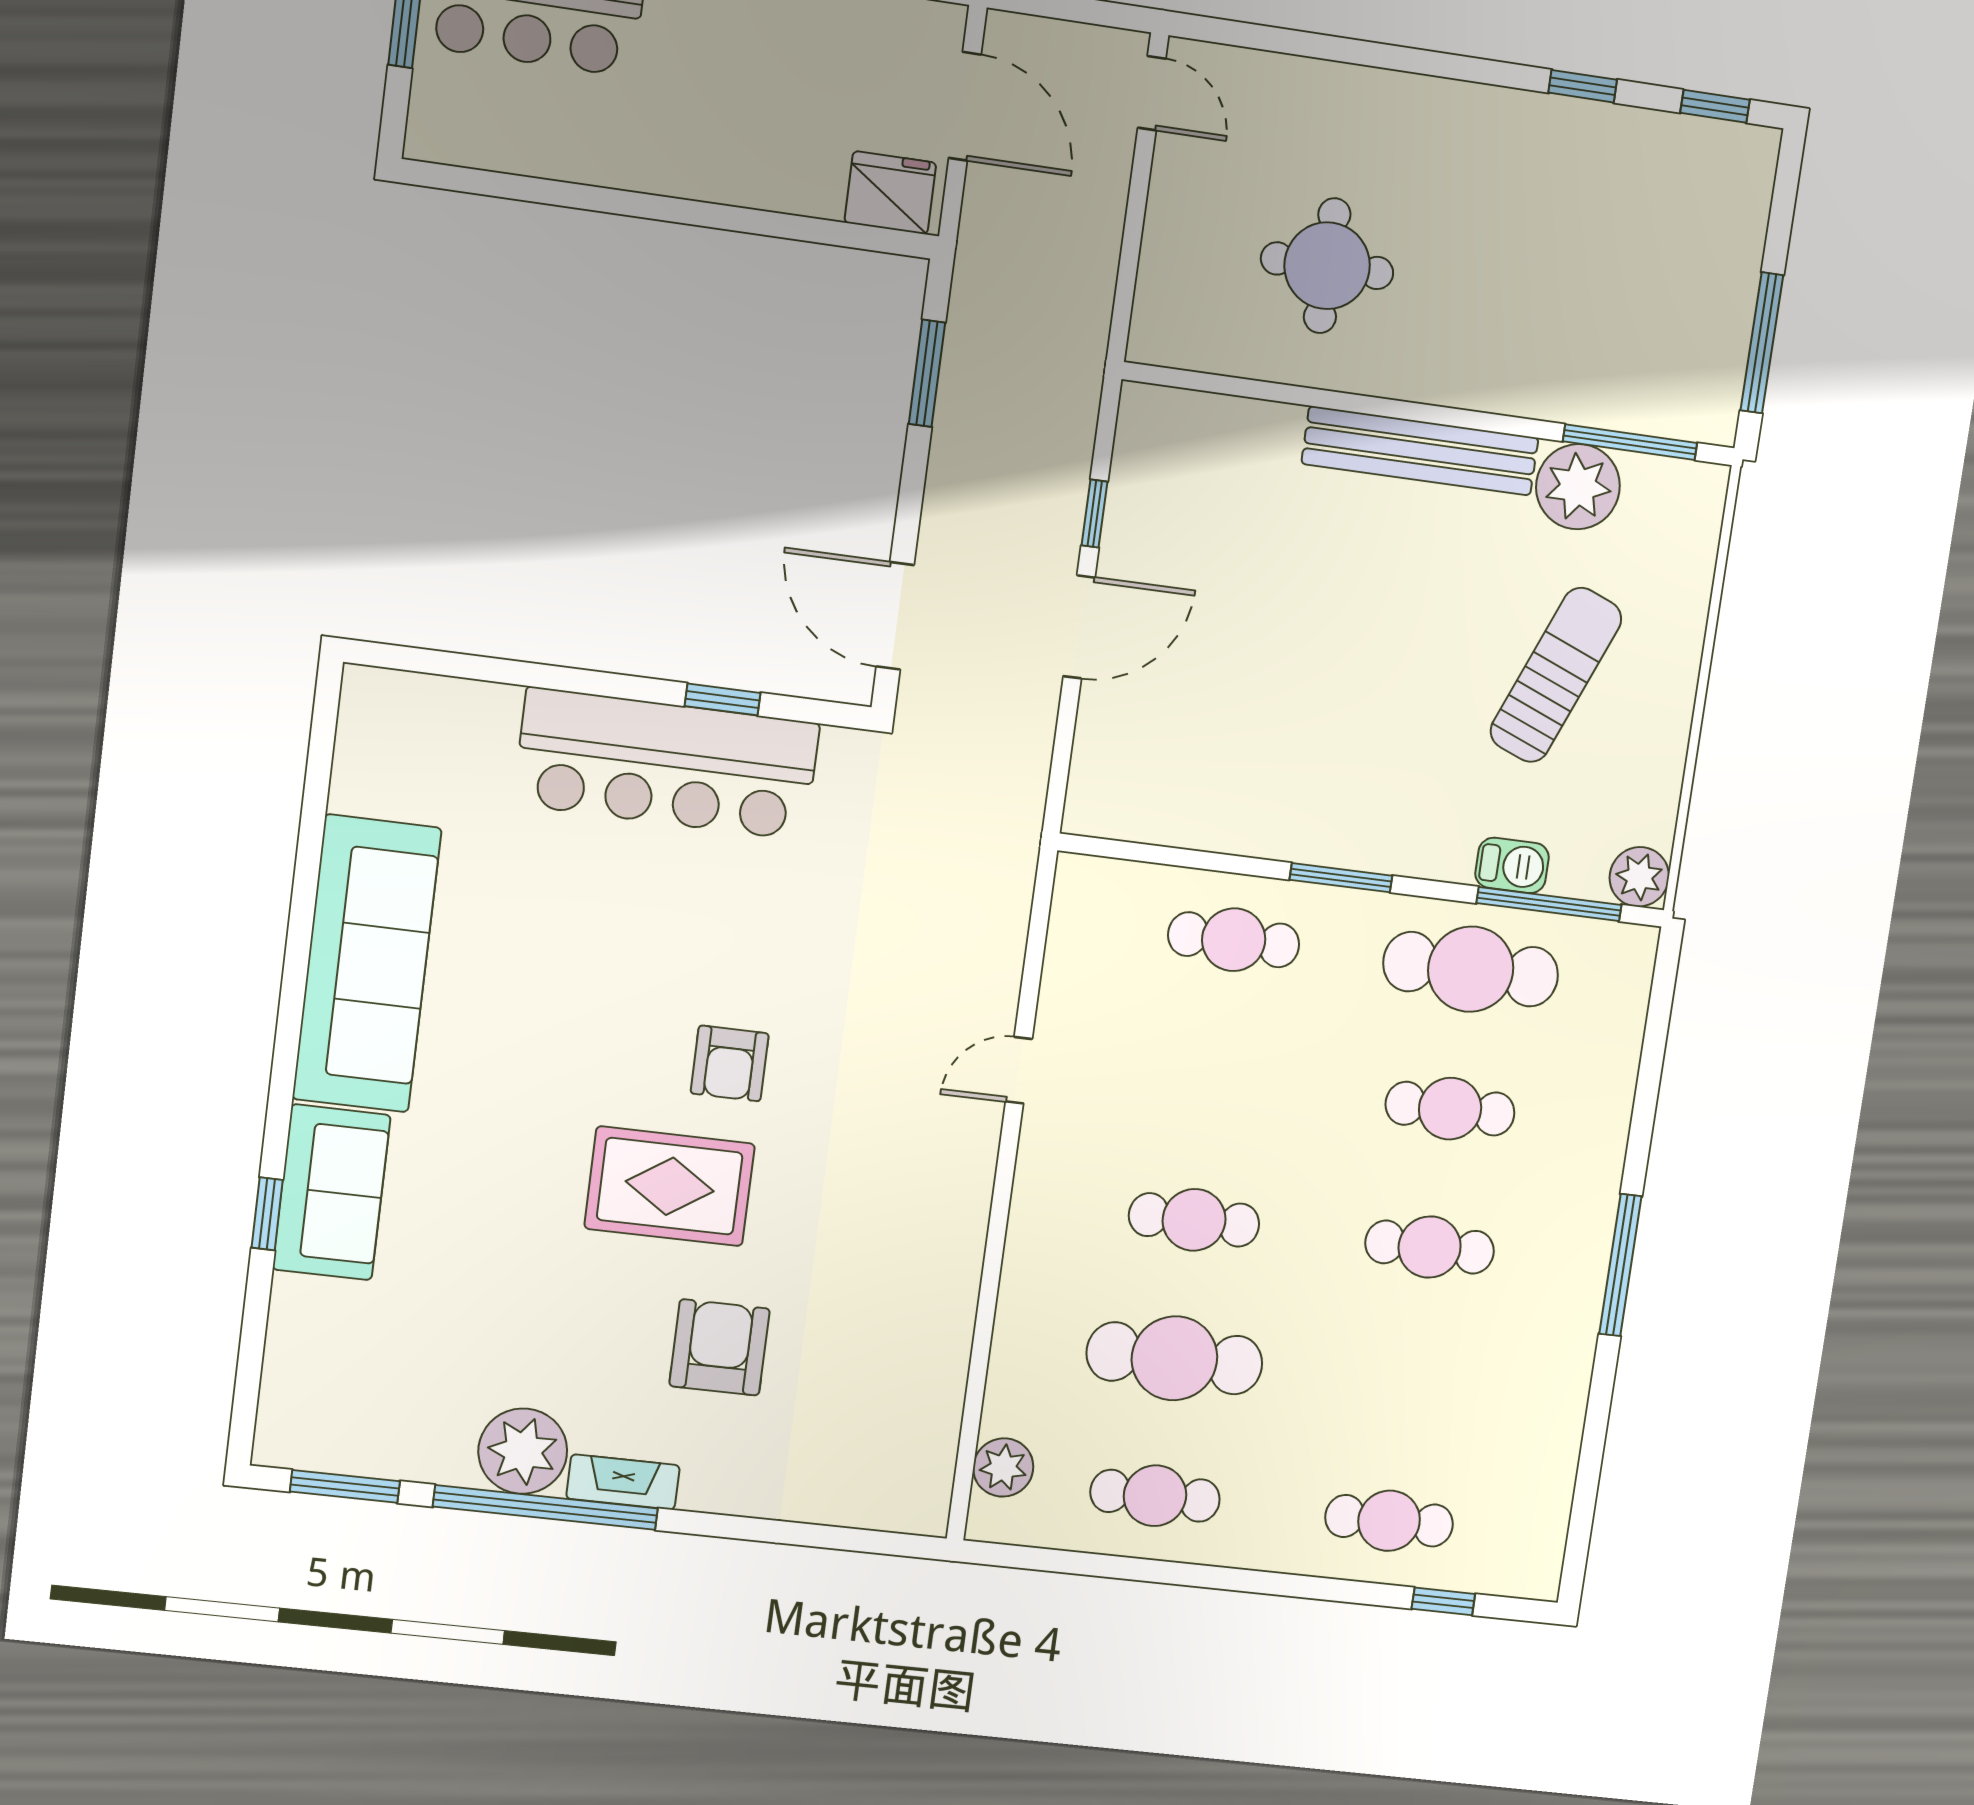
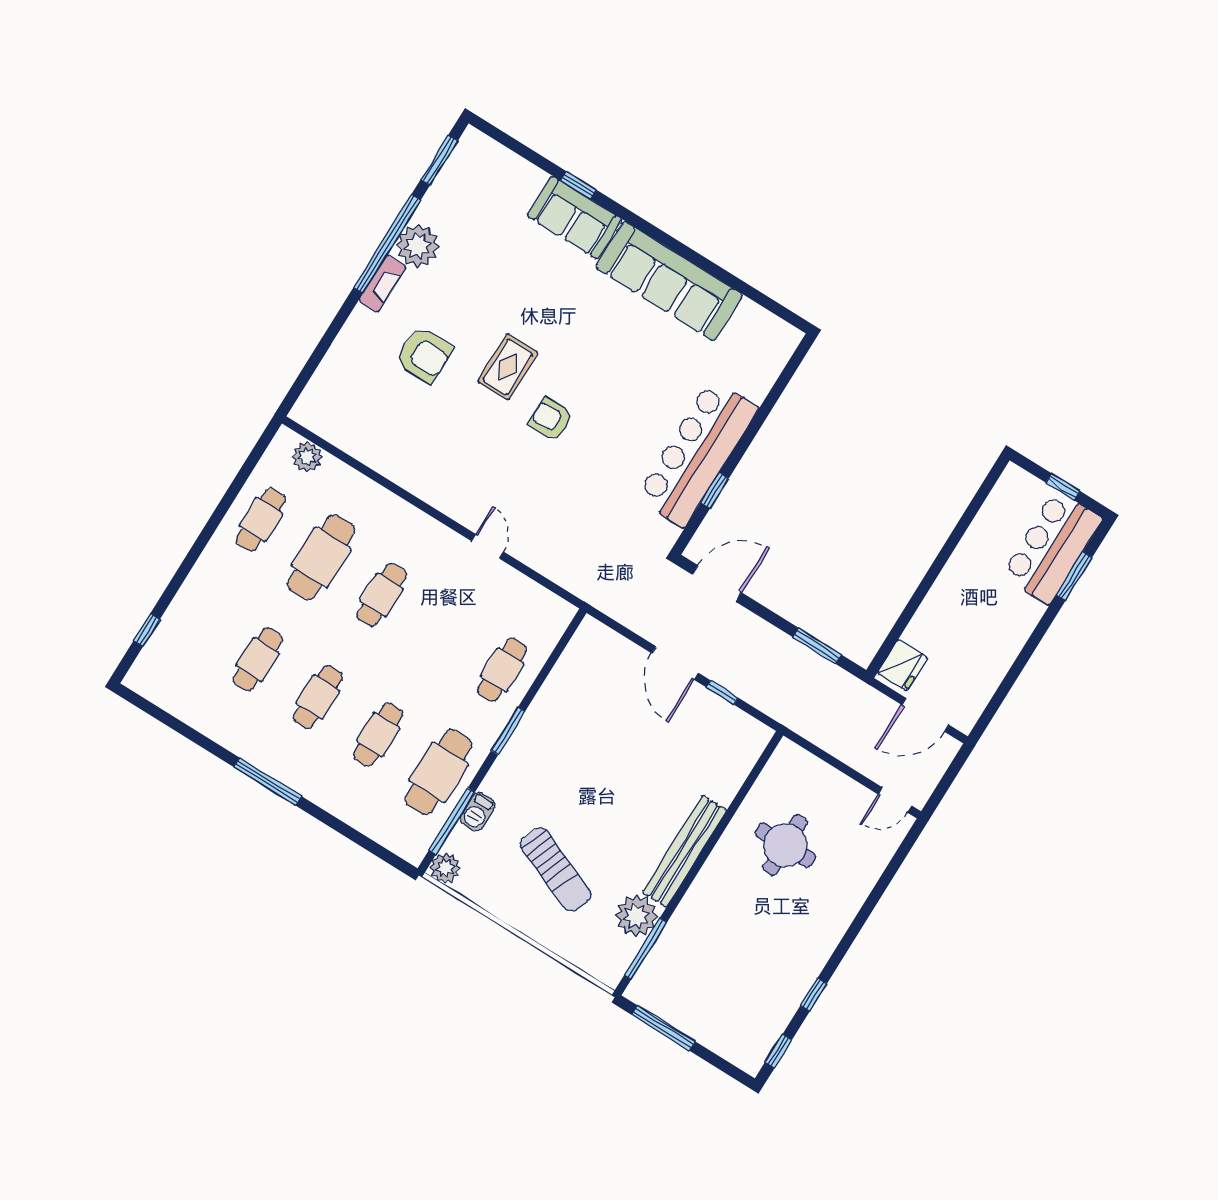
rug: (670, 1186) -> (508, 367), width x0.73, depth x0.70
cafe table: (1389, 1521) -> (258, 659), moved

